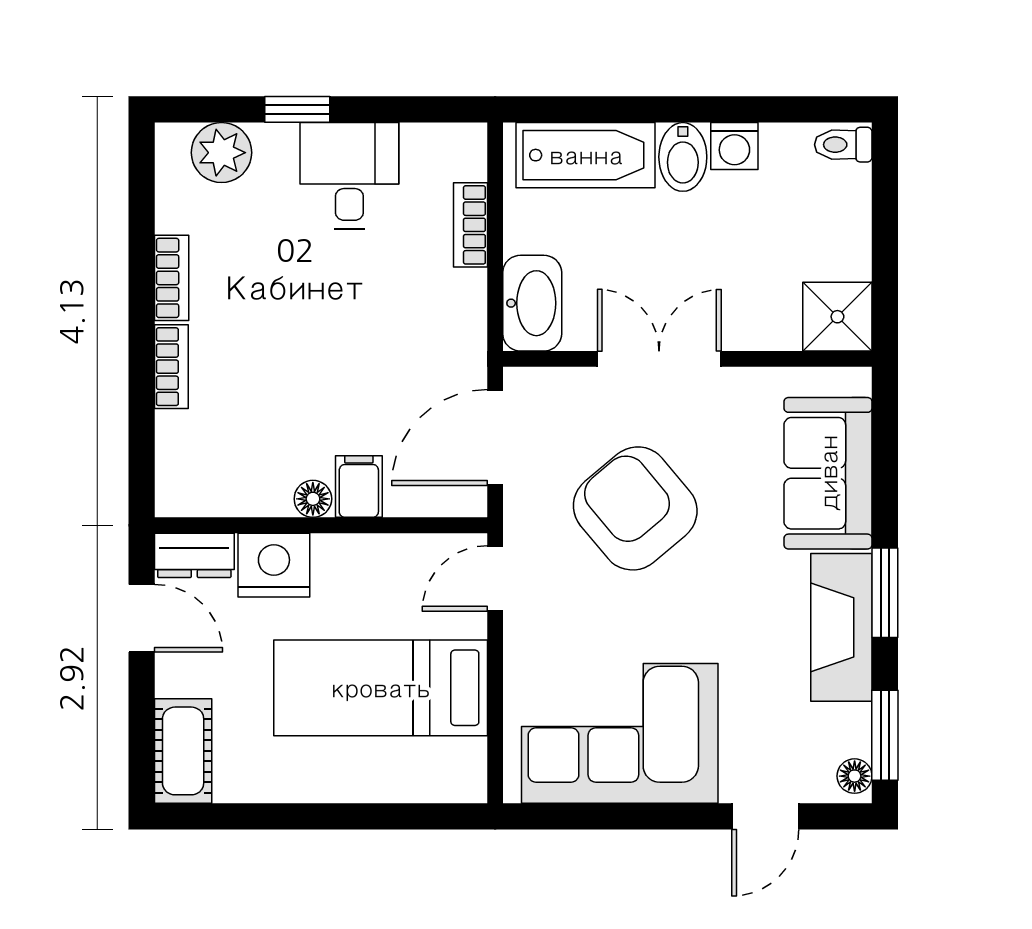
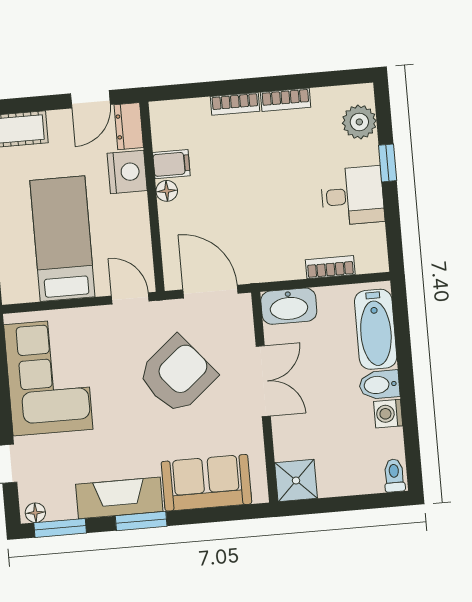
filing cabinet: (359, 487) -> (171, 164), moved

